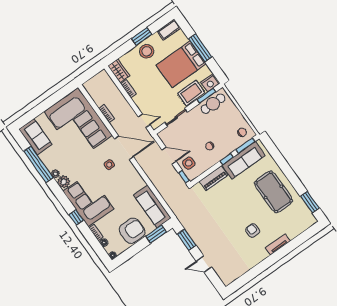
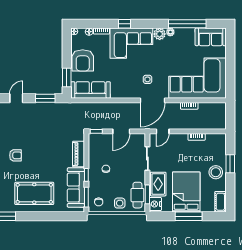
window: (142, 36) -> (230, 164), moved
wardrobe: (119, 71) -> (216, 139), removed
side table: (189, 163) -> (120, 203), moved

